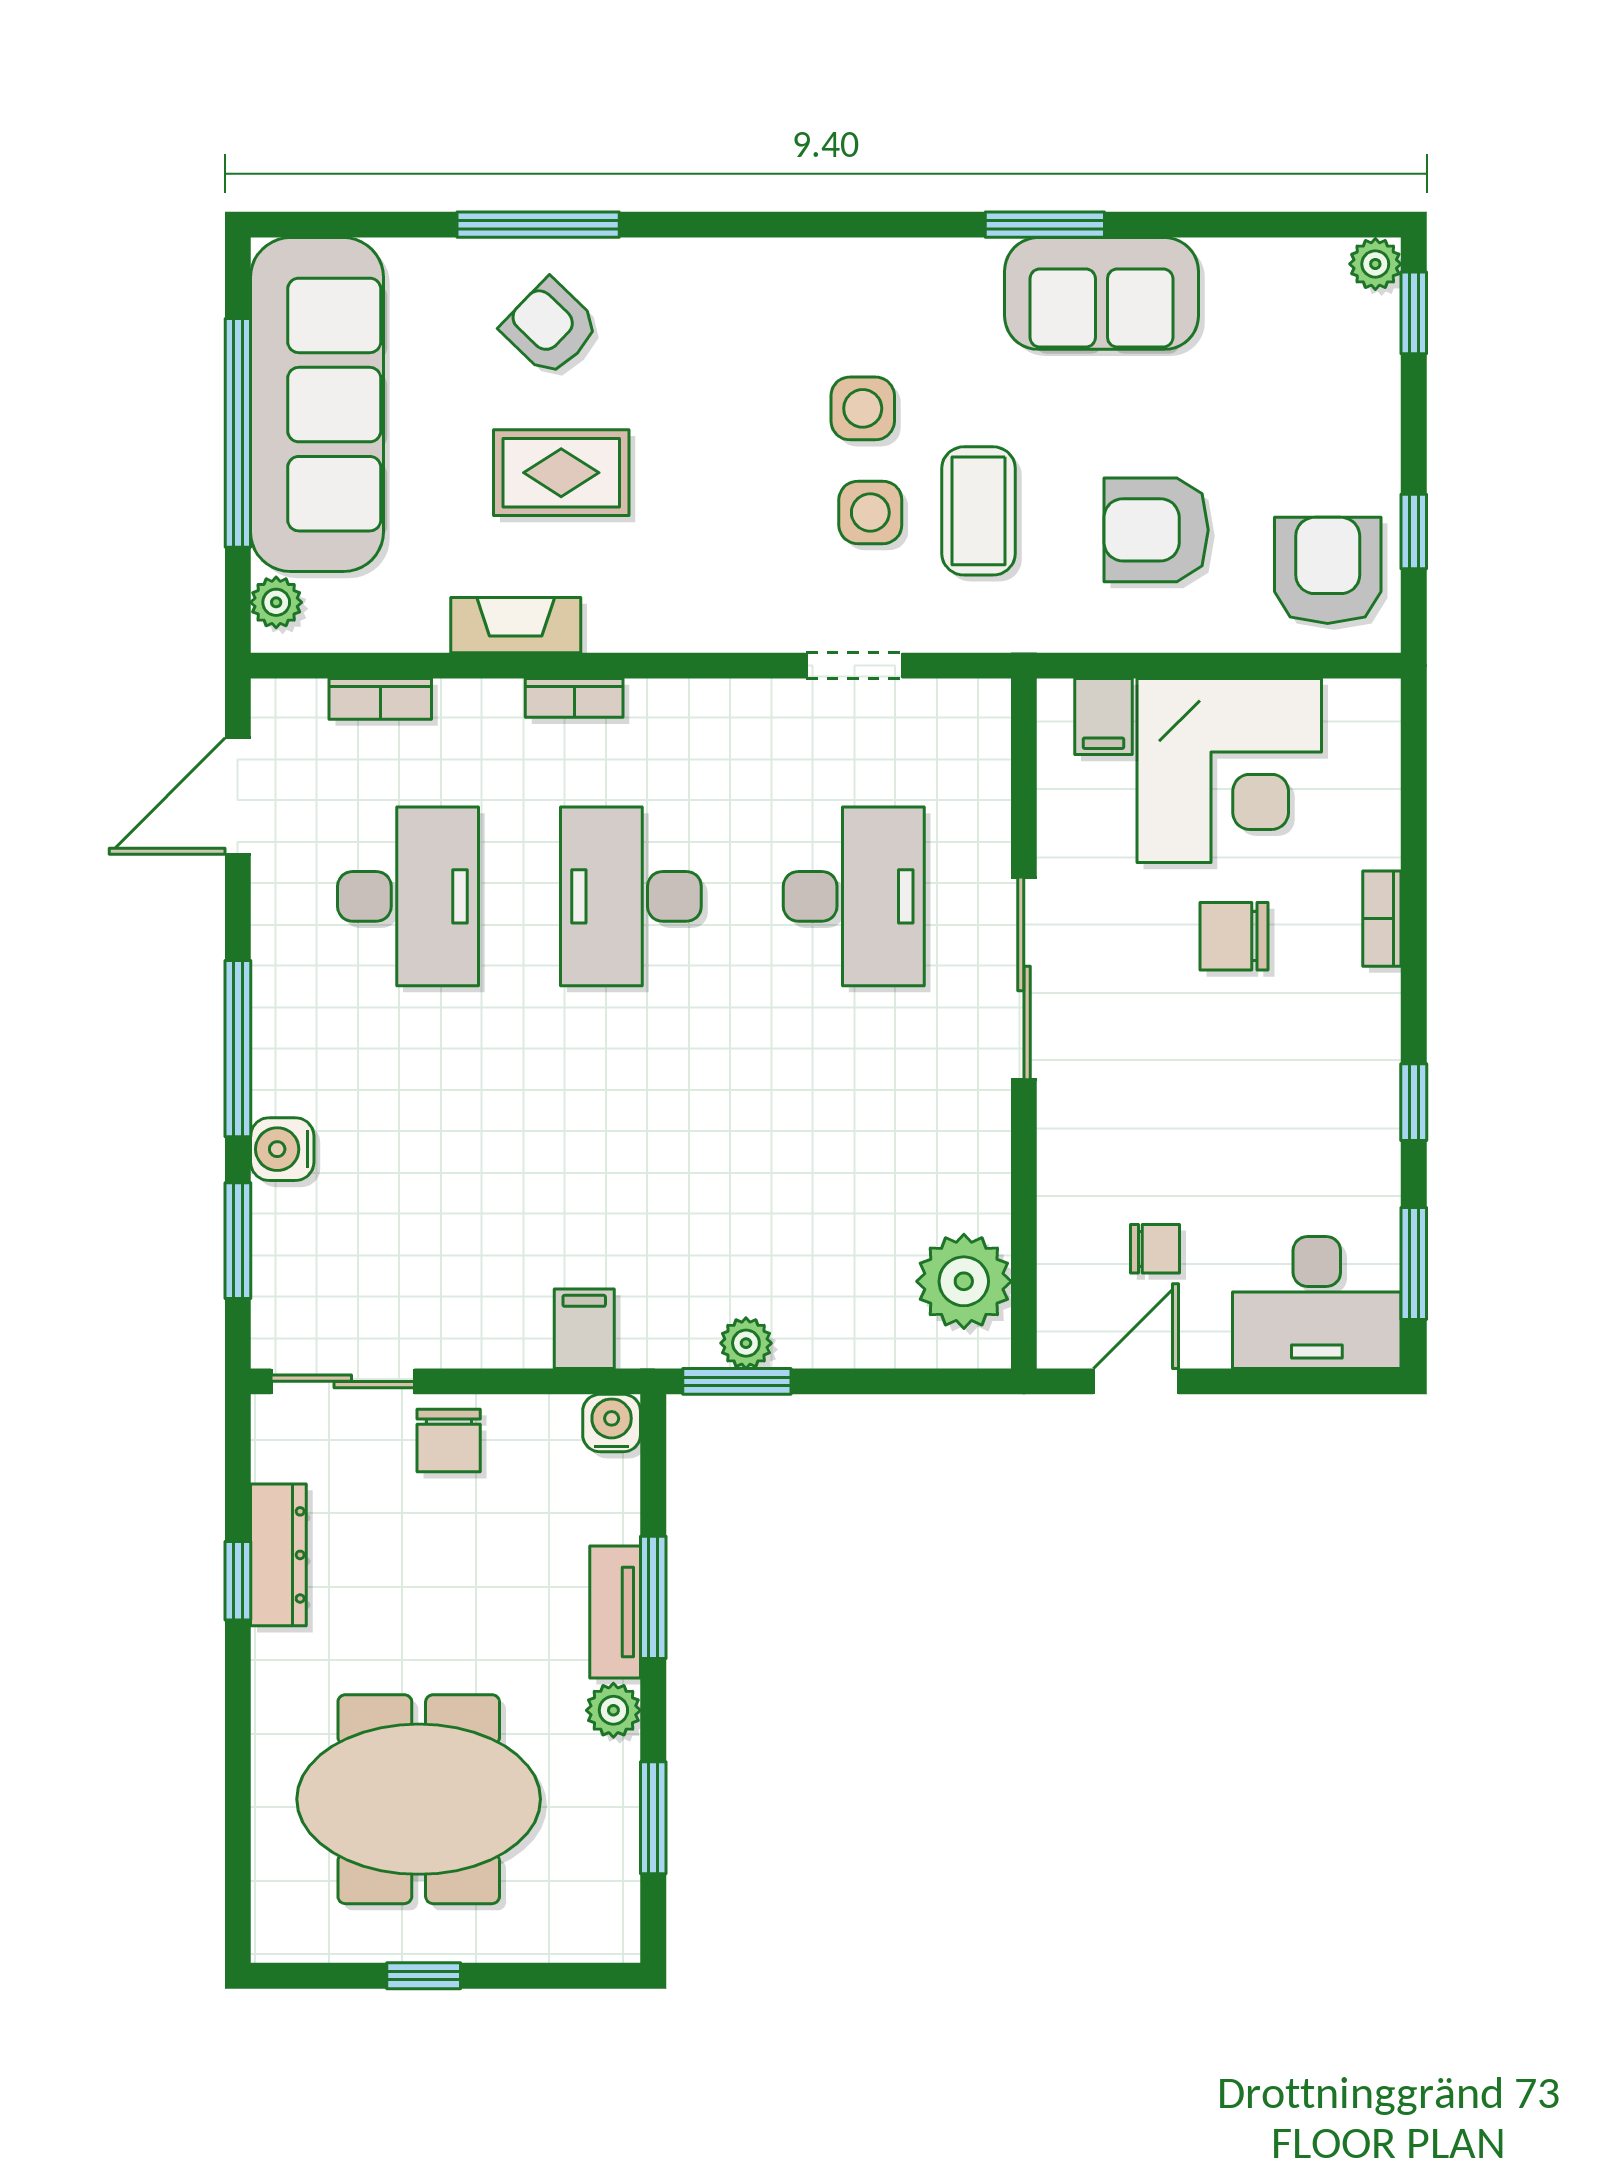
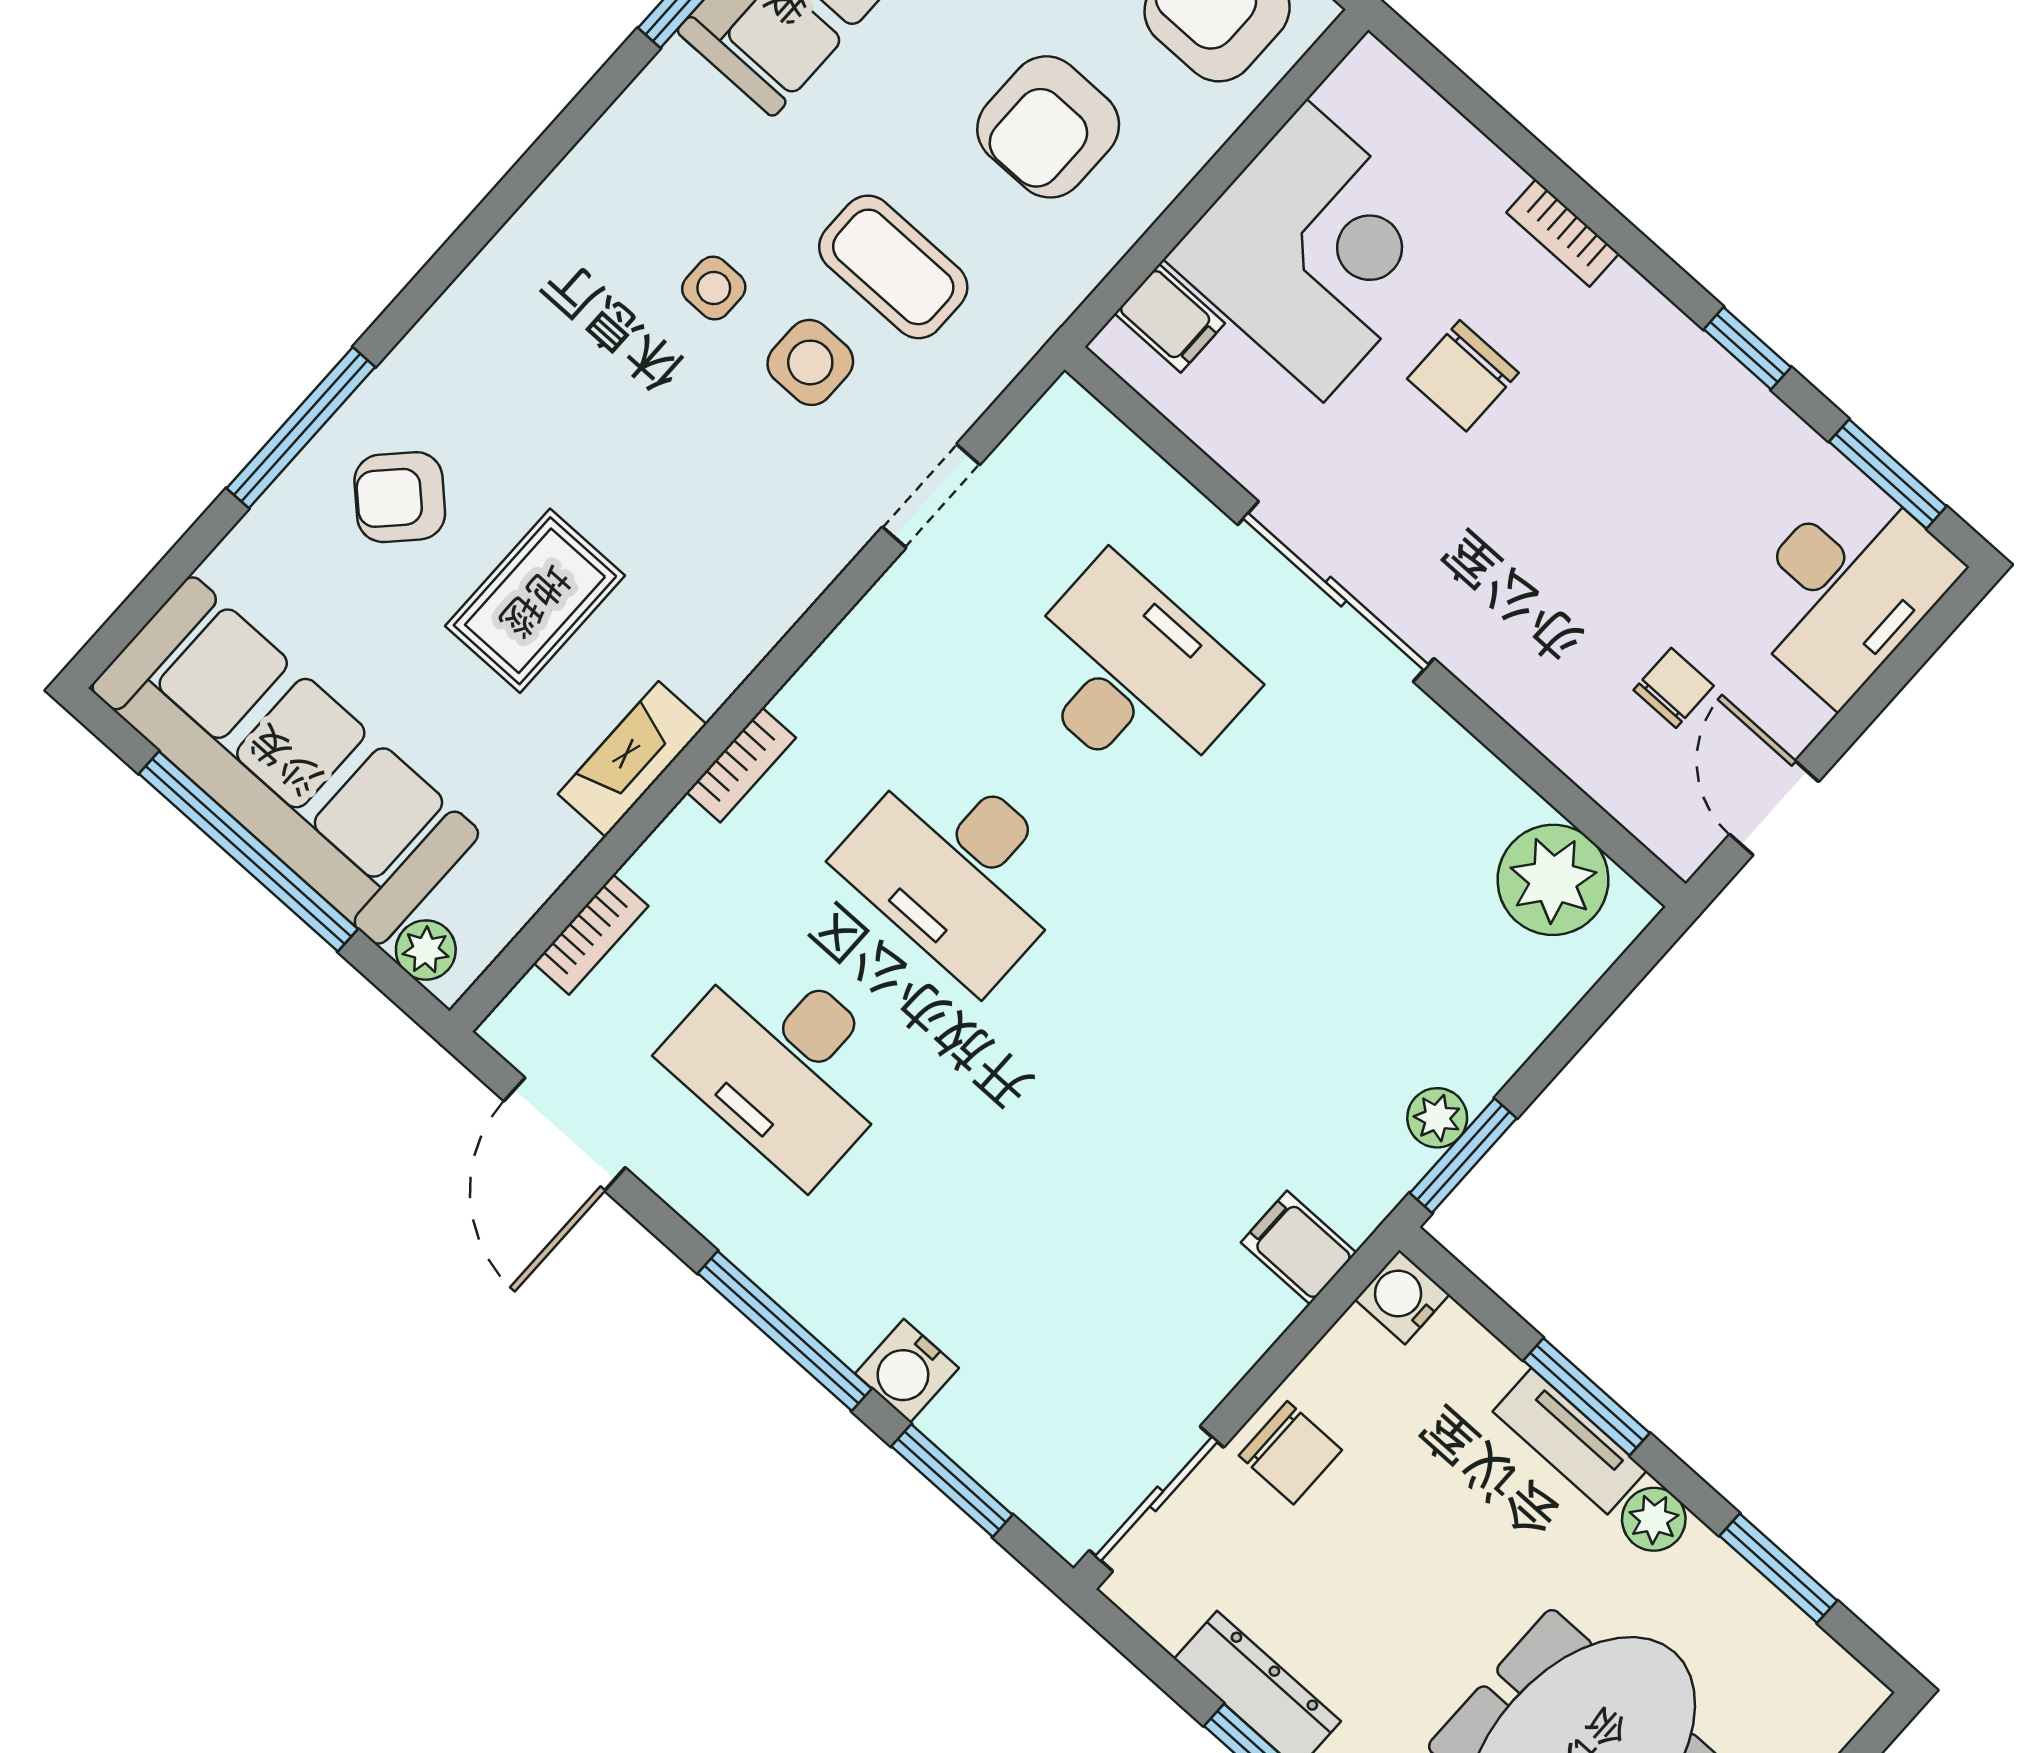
side table: (863, 408) -> (714, 288), width x0.73, depth x0.73
desk: (408, 896) -> (785, 1064), turned 180

